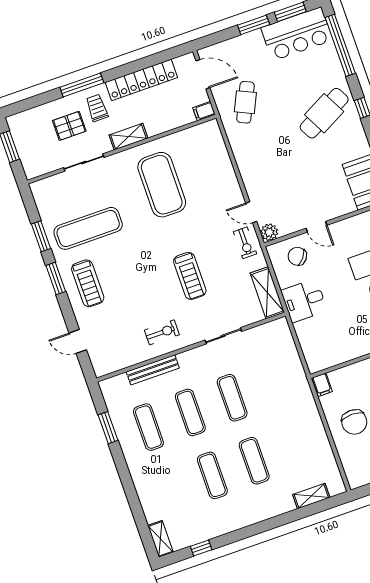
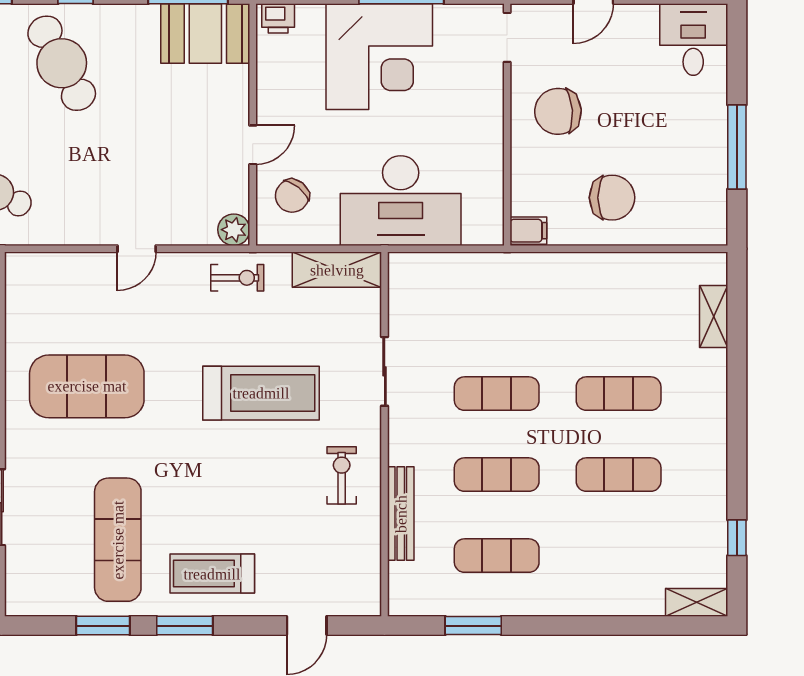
door: (251, 212) -> (137, 249), moved
treadmill: (190, 276) -> (261, 393), width x1.37, depth x1.38
treadmill: (88, 283) -> (212, 574), turned 180
desk: (304, 301) -> (401, 201), width x1.87, depth x1.30

